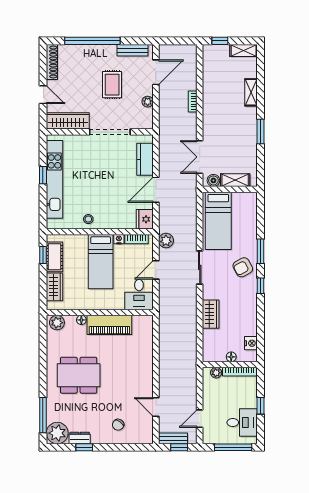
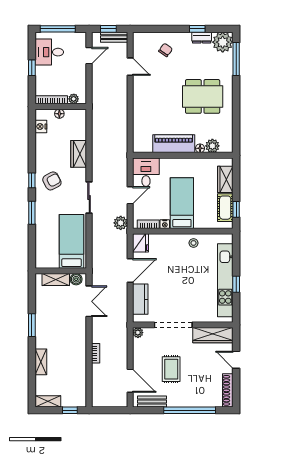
door: (156, 72) -> (130, 381), swing flipped
plant: (148, 102) -> (138, 333), moved
armchair: (243, 267) -> (52, 181), moved
plant: (57, 323) -> (212, 146), moved

